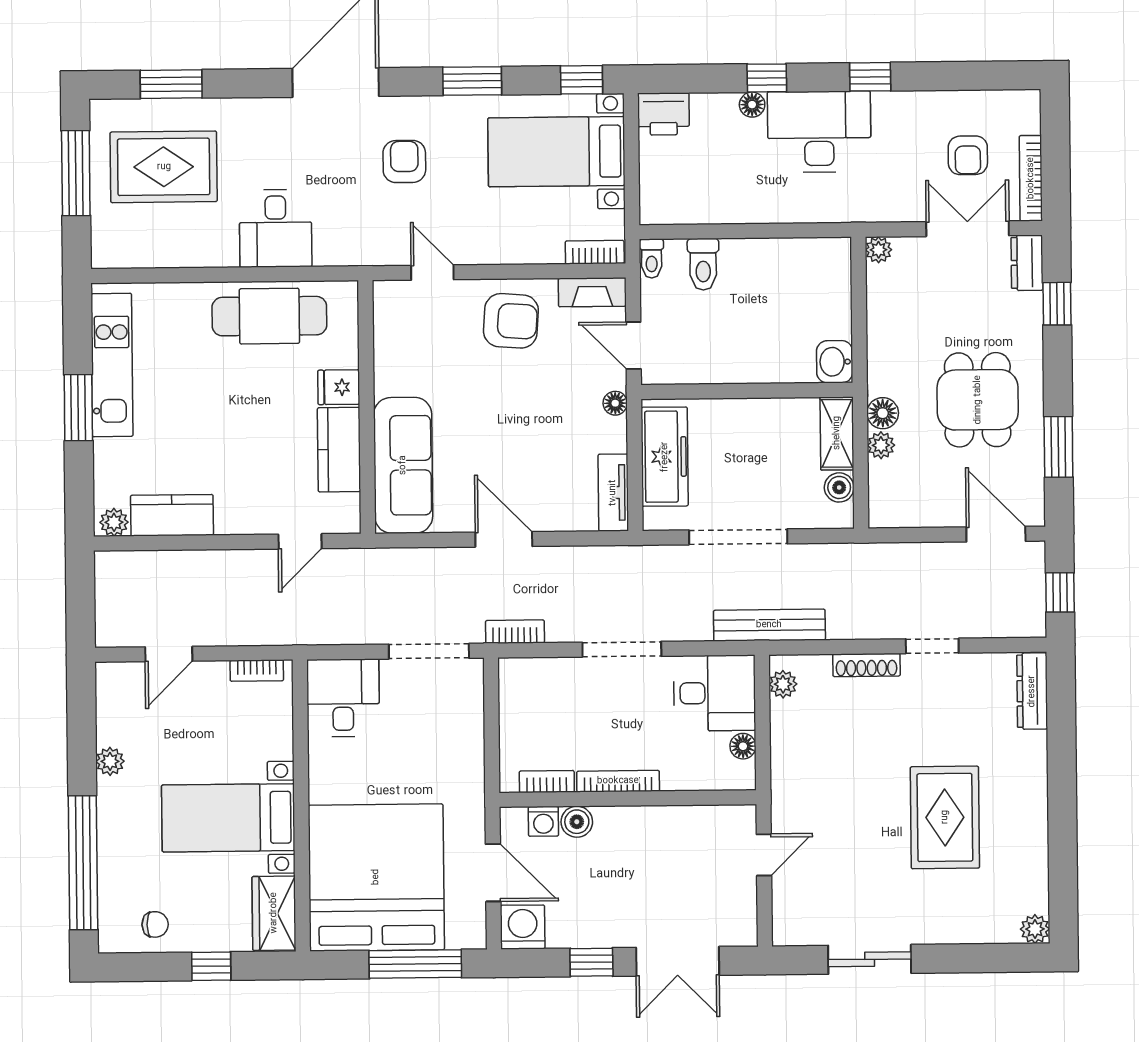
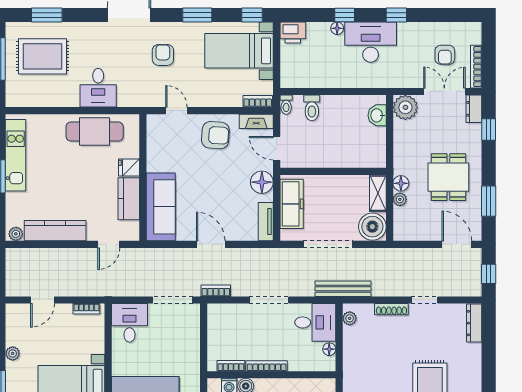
plant: (879, 250) -> (405, 107), width x1.88, depth x1.88
washbasin: (835, 362) -> (377, 115), moved
floor lamp: (615, 403) -> (262, 182), width x1.89, depth x1.89
boiler: (839, 487) -> (372, 227), width x1.86, depth x1.86
kitchen counter: (172, 515) -> (55, 231), width x1.50

